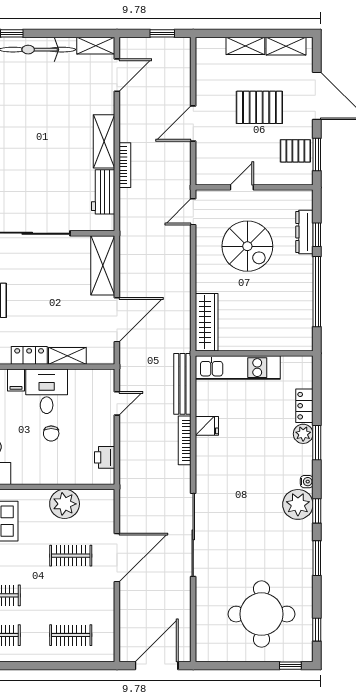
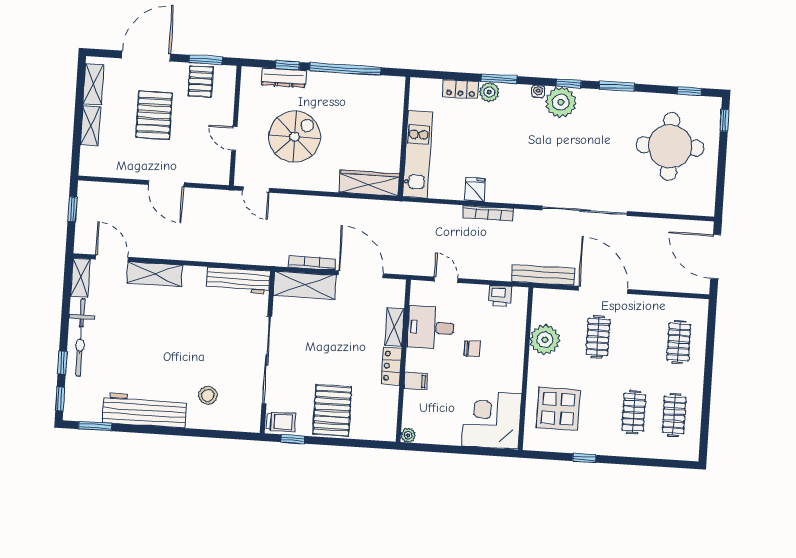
shelving: (104, 141) -> (155, 274), moved
bookcase: (125, 165) -> (312, 263), moved
workbench: (103, 192) -> (238, 280), width x1.38
bench: (182, 384) -> (543, 275), moved
desk: (47, 391) -> (431, 327), moved

